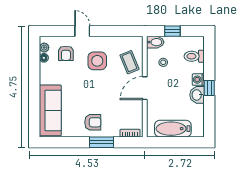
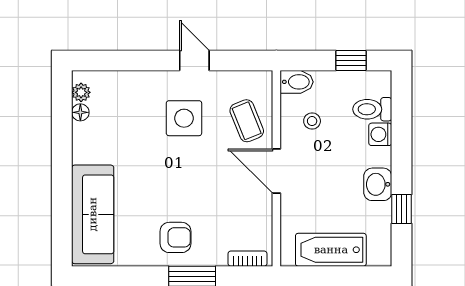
door: (82, 31) -> (194, 61), moved
window: (172, 31) -> (351, 61), moved
armchair: (66, 53) -> (123, 104), removed
washing machine: (198, 80) -> (380, 134), moved
door: (145, 88) -> (276, 171), hinge flipped
window: (209, 88) -> (402, 209), moved

